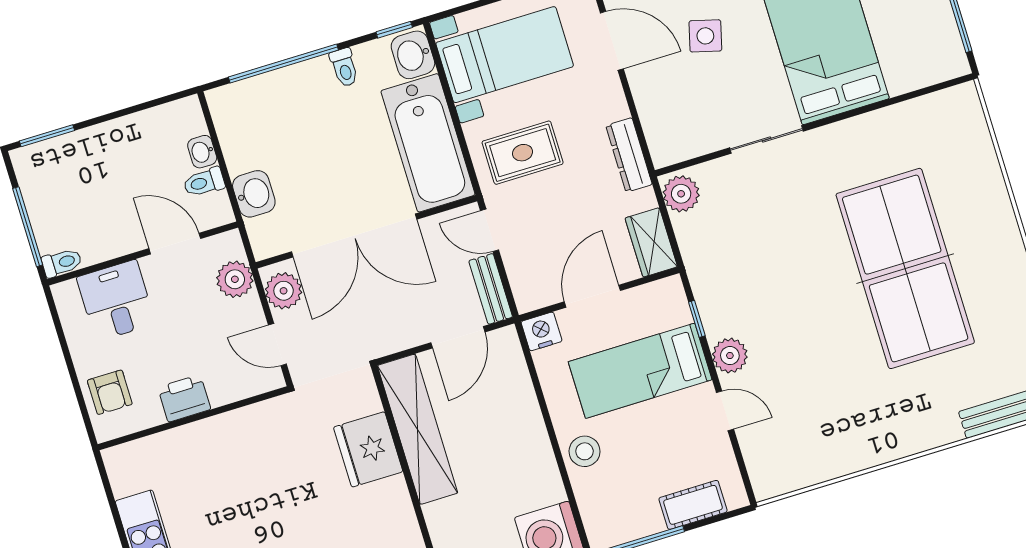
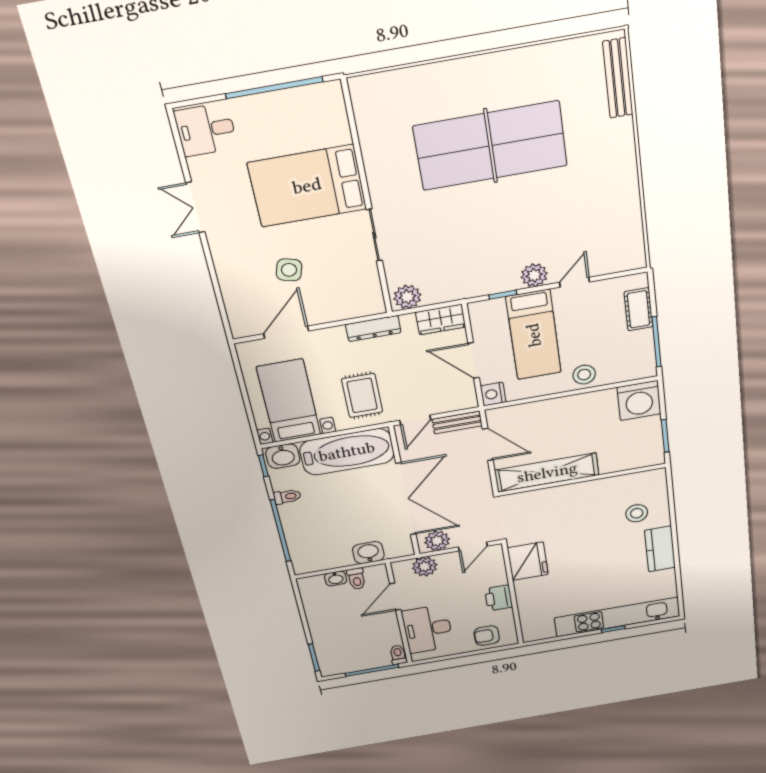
desk: (116, 301) -> (428, 629), width x1.37
armchair: (110, 392) -> (487, 636), turned 180
fridge: (368, 449) -> (528, 561), moved, turned -90

